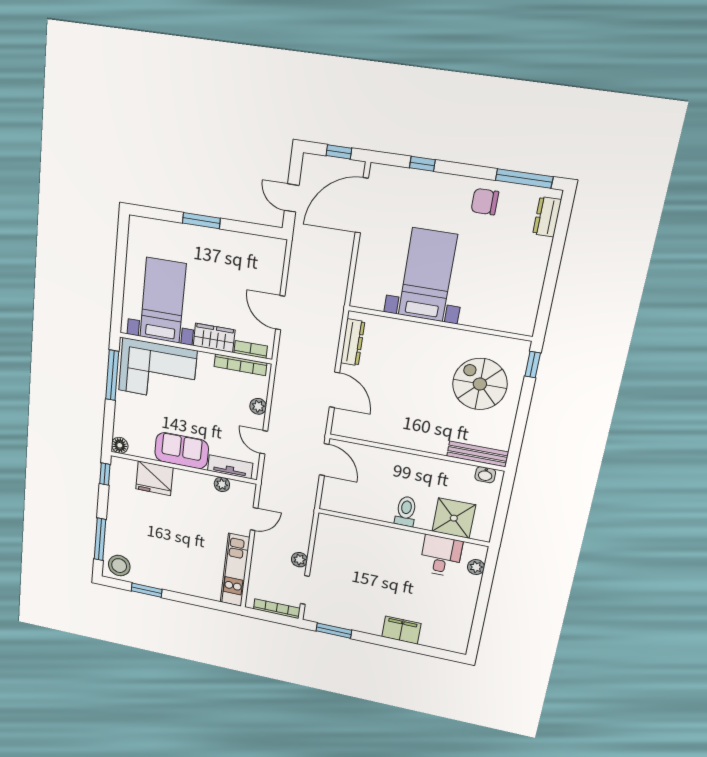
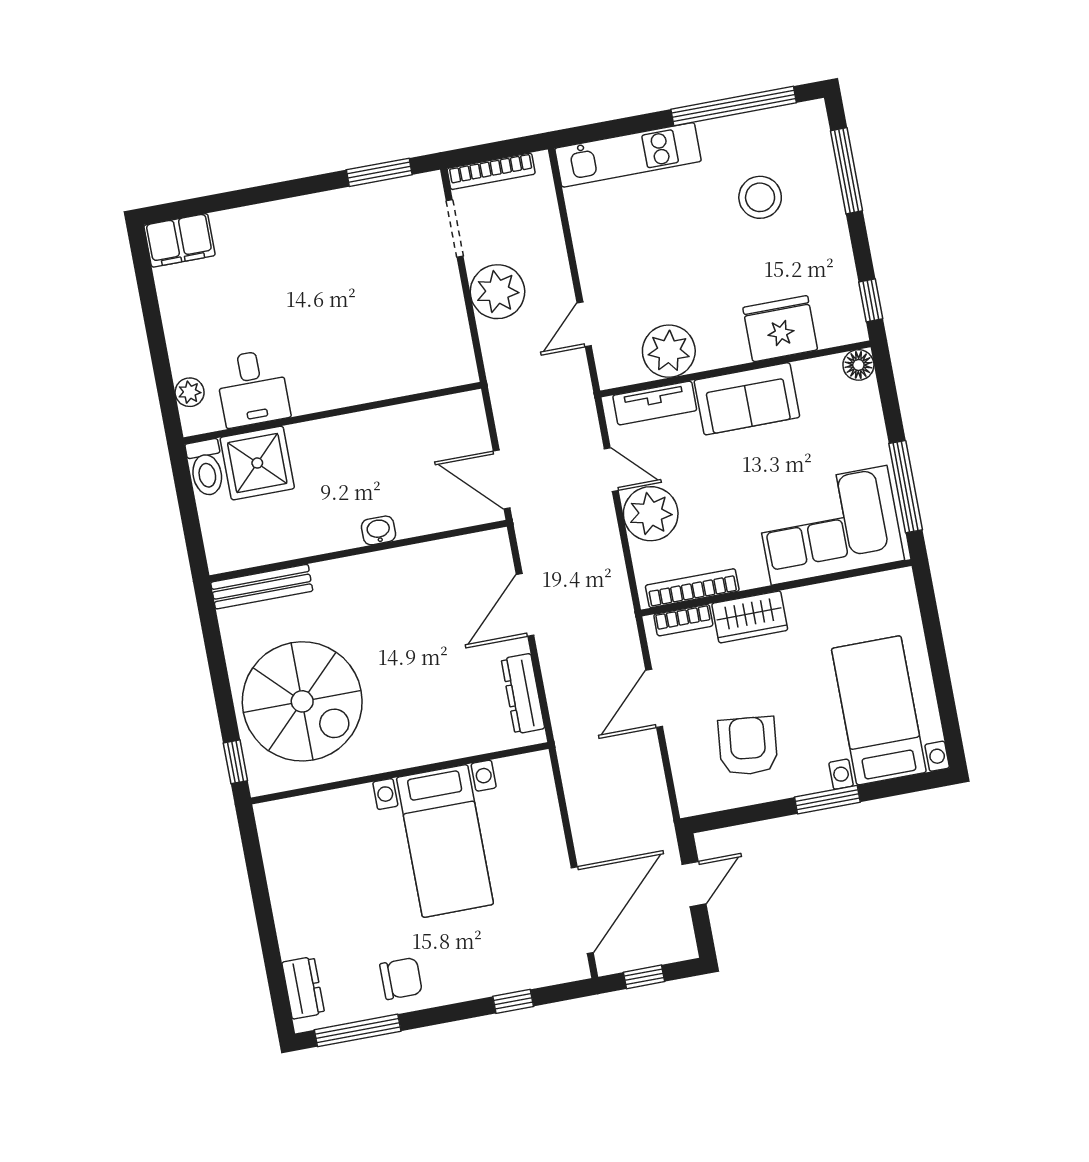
door: (292, 198) -> (694, 884), hinge flipped
armchair: (237, 267) -> (748, 746), added
bed with nightstands: (163, 301) -> (879, 710), moved, turned 180
door: (280, 313) -> (654, 698), swing flipped
spiral stairs: (480, 384) -> (302, 701), width x1.37, depth x1.37
door: (334, 390) -> (525, 605), hinge flipped
plant: (258, 406) -> (651, 514), width x1.88, depth x1.88
washbasin: (485, 475) -> (379, 530), moved
plant: (222, 484) -> (669, 351), width x1.87, depth x1.87
toilet: (406, 511) -> (206, 468), moved
plant: (299, 560) -> (497, 292), width x1.87, depth x1.87
stool: (119, 566) -> (760, 197), moved
kitchen unit: (235, 570) -> (628, 155), moved, turned 90
window: (147, 590) -> (734, 106), width x2.11
filing cabinet: (401, 630) -> (180, 240), moved

